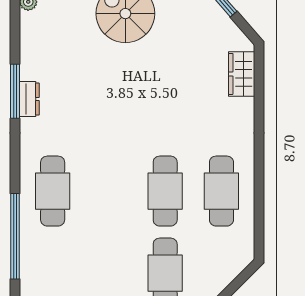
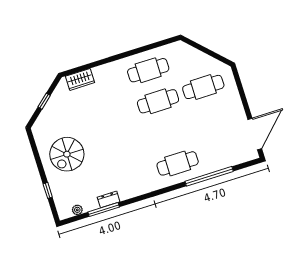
window: (15, 91) -> (104, 210), moved
dresser: (29, 99) -> (109, 199), moved

